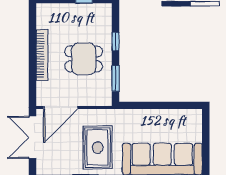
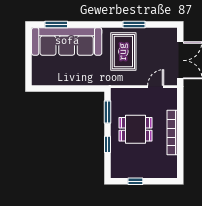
door: (61, 108) -> (156, 87), width x0.53

